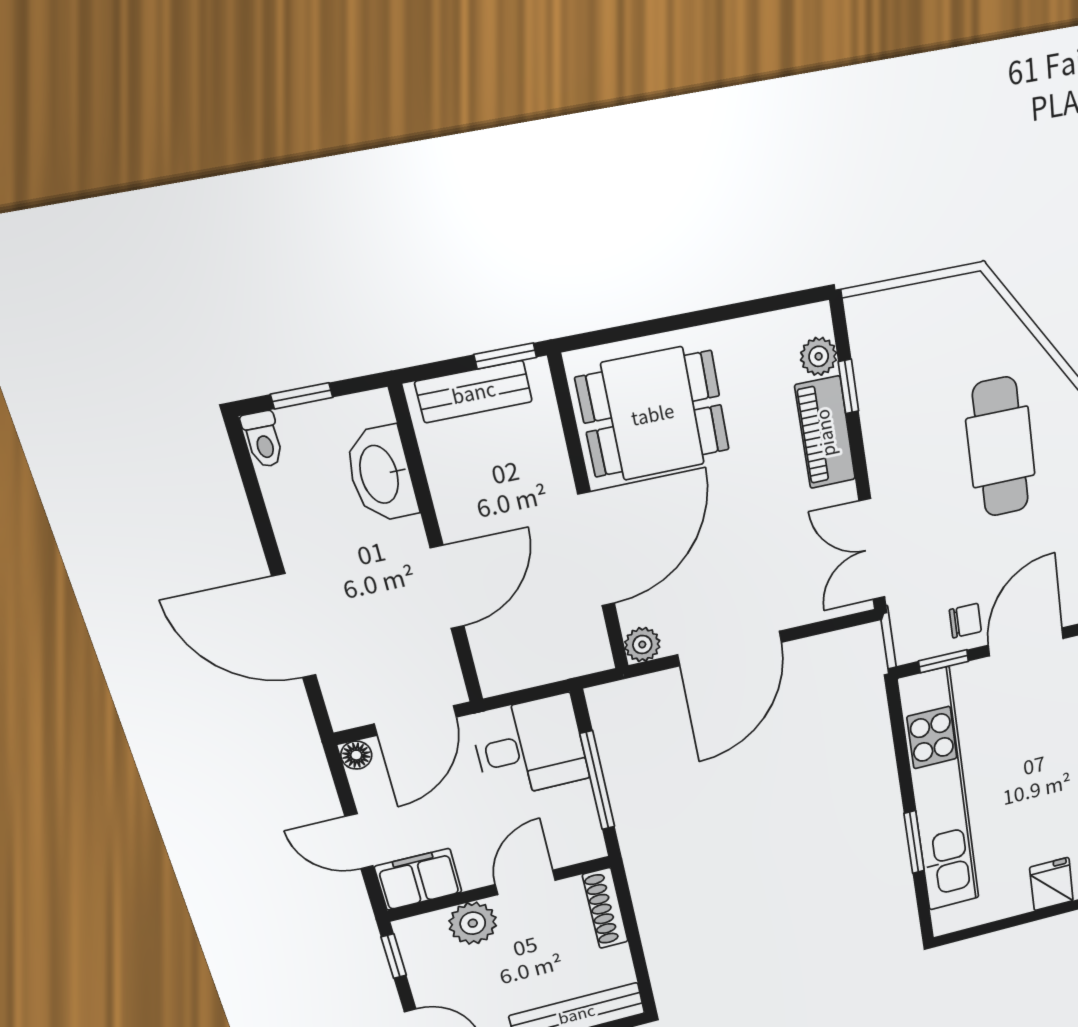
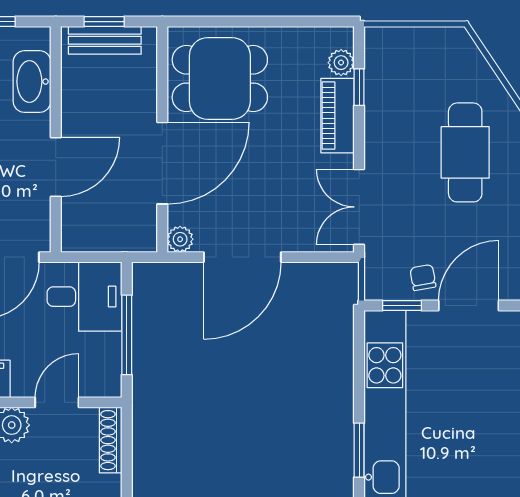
window: (505, 356) -> (104, 22), moved
chair: (965, 621) -> (423, 277), turned -100

